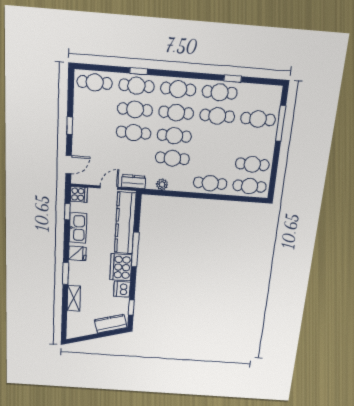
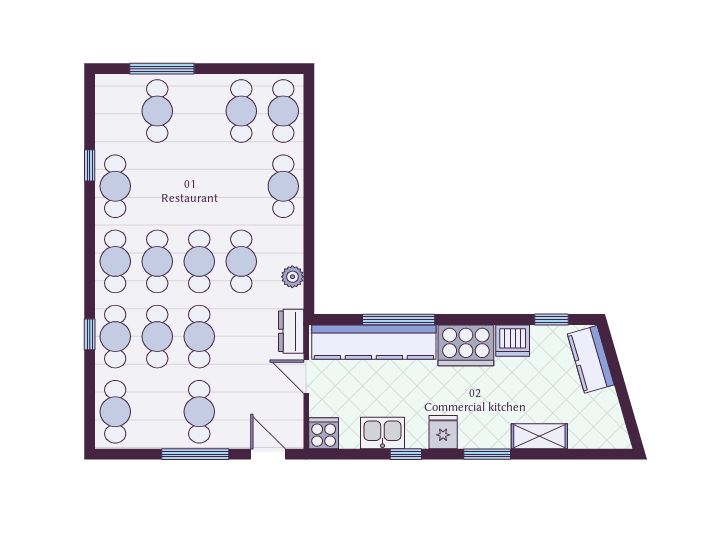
cafe table: (217, 116) -> (199, 412), moved
window: (70, 126) -> (195, 454), width x2.17
window: (67, 212) -> (406, 454), moved
kitchen sink: (78, 228) -> (382, 433), width x0.73
window: (135, 250) -> (399, 319), moved

